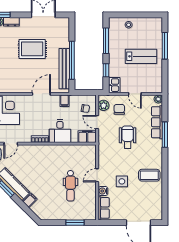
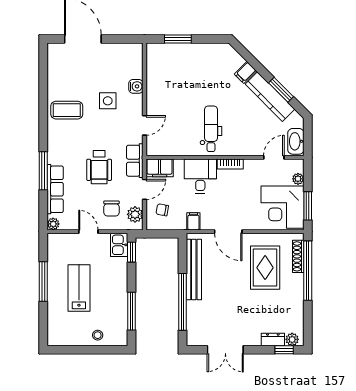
window: (165, 46) -> (43, 281), moved
rug: (32, 49) -> (265, 268), moved, turned 90
lab bench: (141, 56) -> (79, 288), turned 90
window: (72, 60) -> (182, 302), moved
window: (106, 70) -> (131, 252), moved
door: (41, 94) -> (228, 232), hinge flipped
door: (97, 122) -> (145, 189), hinge flipped
door: (97, 175) -> (145, 125), moved
dental chair: (70, 186) -> (211, 129), moved
row of seats: (104, 208) -> (135, 161), moved

